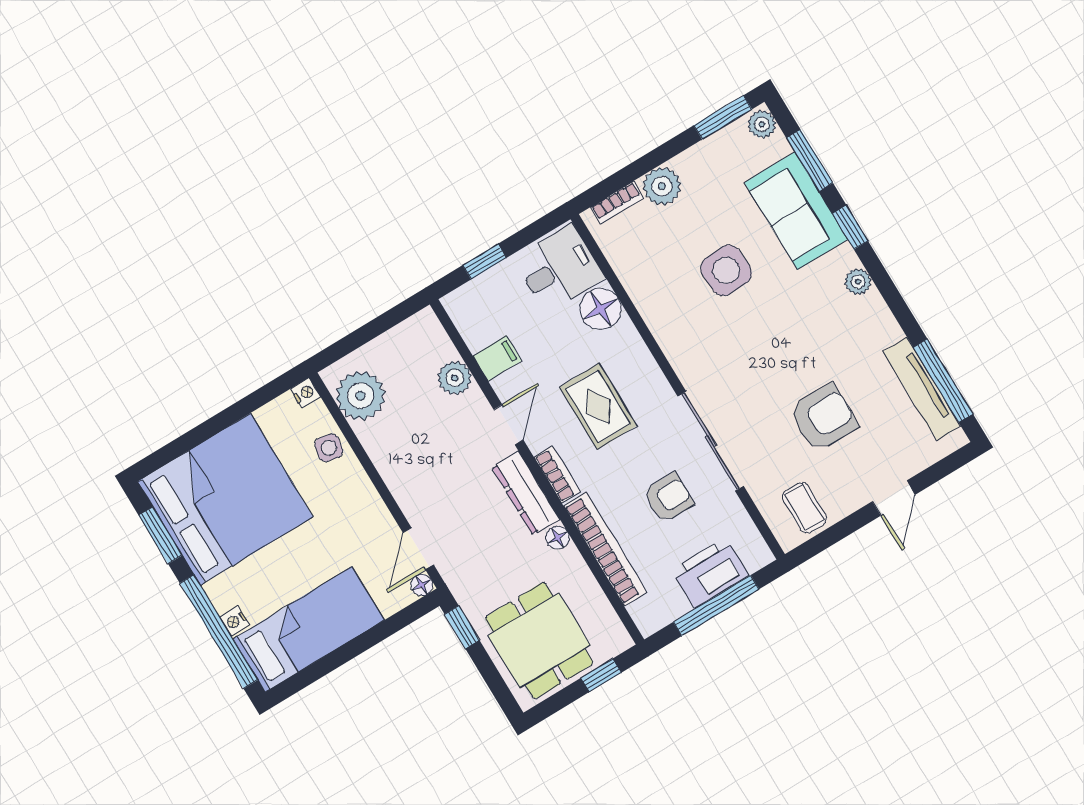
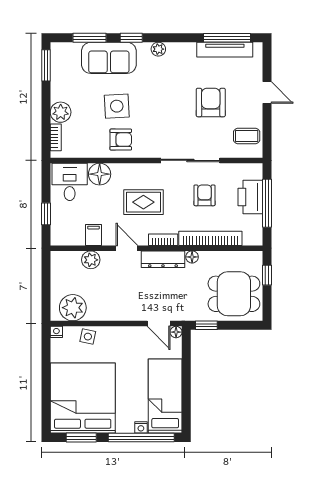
plant: (762, 124) -> (60, 49), removed
armchair: (677, 309) -> (121, 140), added

